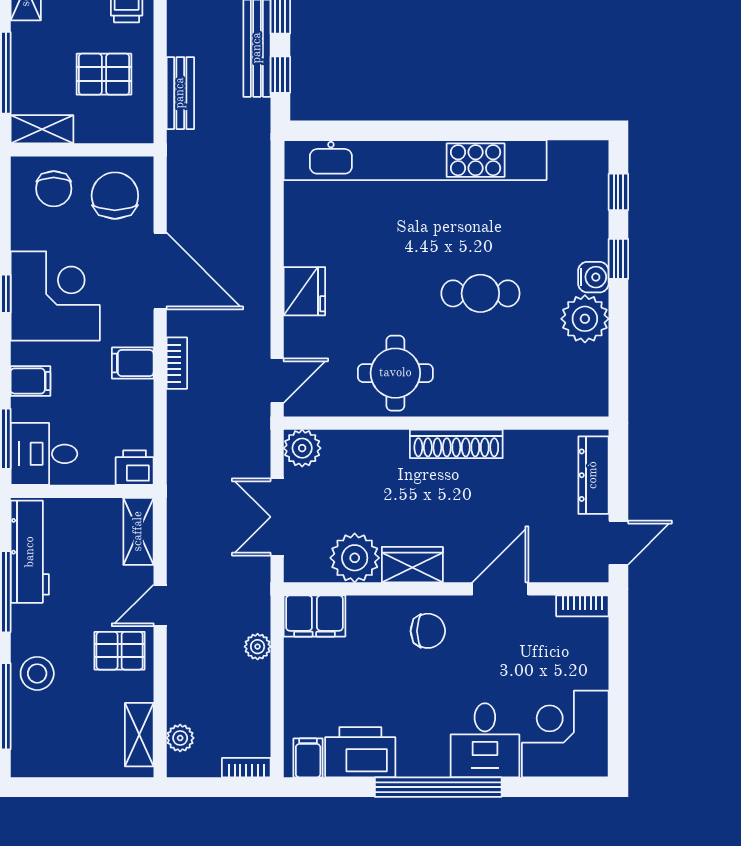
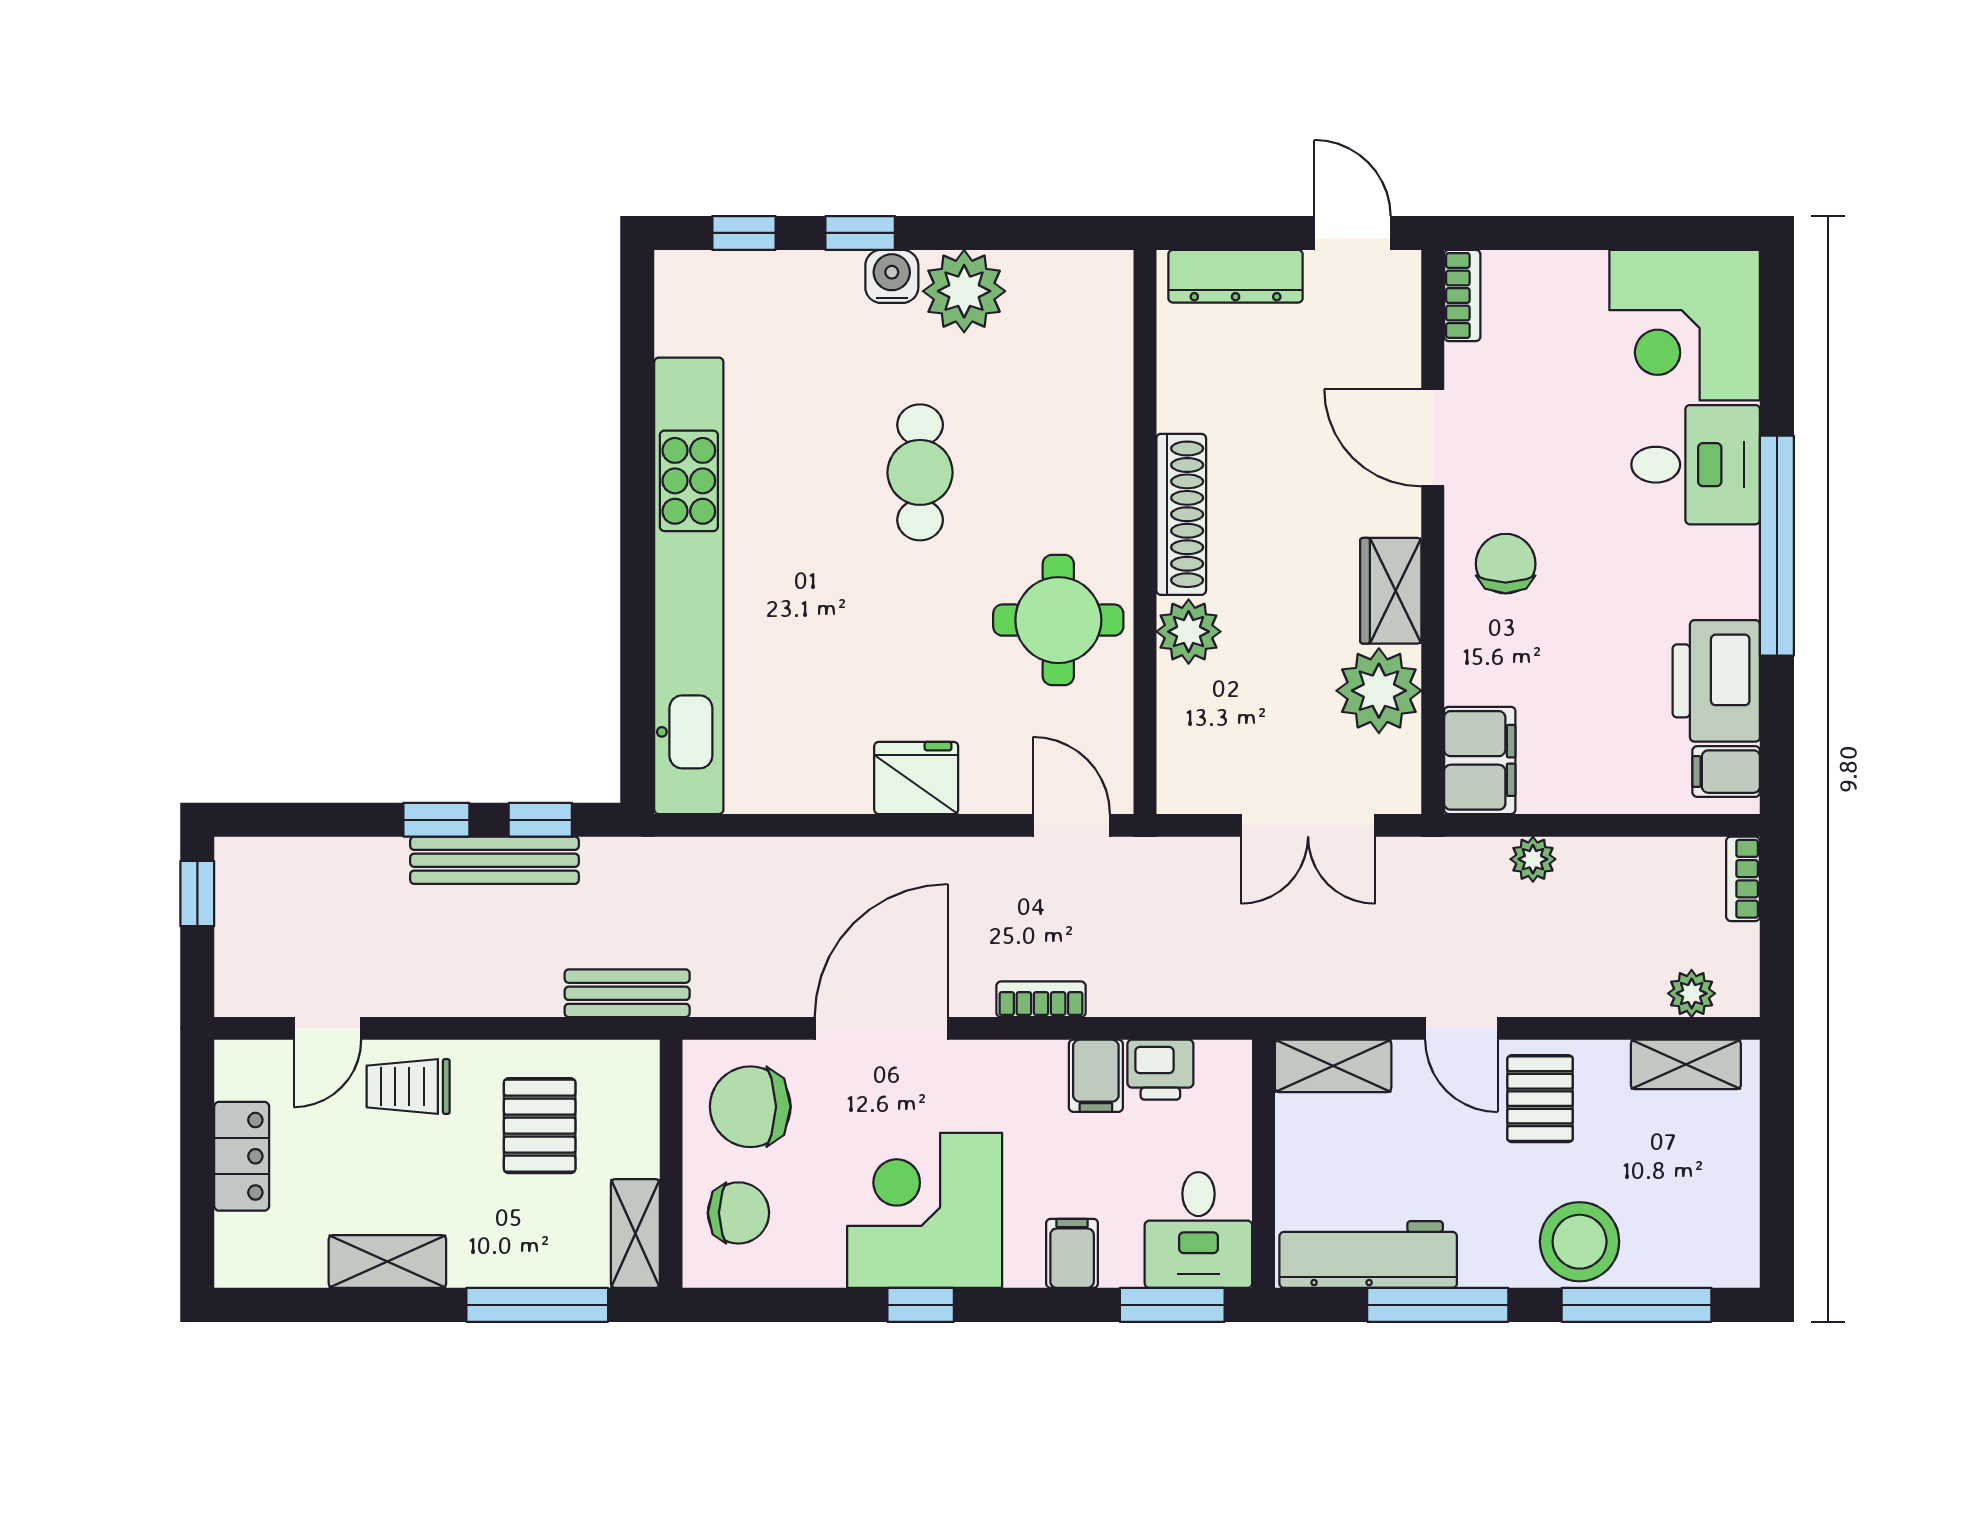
bench: (180, 93) -> (627, 993), moved
filing cabinet: (133, 363) -> (1096, 1076), moved
plant: (302, 448) -> (1189, 632), moved
printer: (135, 468) -> (1160, 1070), moved, turned -90
stool: (37, 673) -> (1580, 1242), width x1.38, depth x1.38

